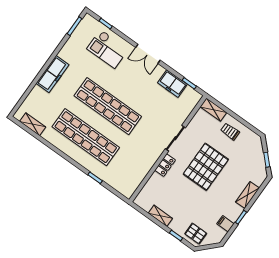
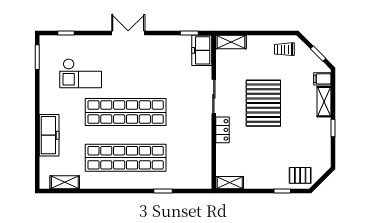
checkout: (108, 49) -> (81, 73), moved
double door: (148, 54) -> (128, 33), swing flipped
freezer: (52, 74) -> (49, 135), moved
freezer: (172, 84) -> (202, 50), moved, turned 90
trolley: (230, 131) -> (284, 49), moved
shelving: (160, 216) -> (230, 183), moved
filing cabinet: (225, 224) -> (322, 79), moved

